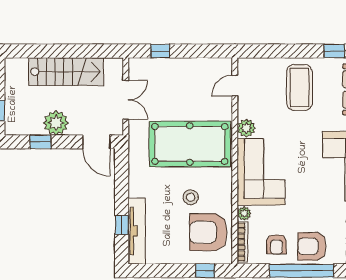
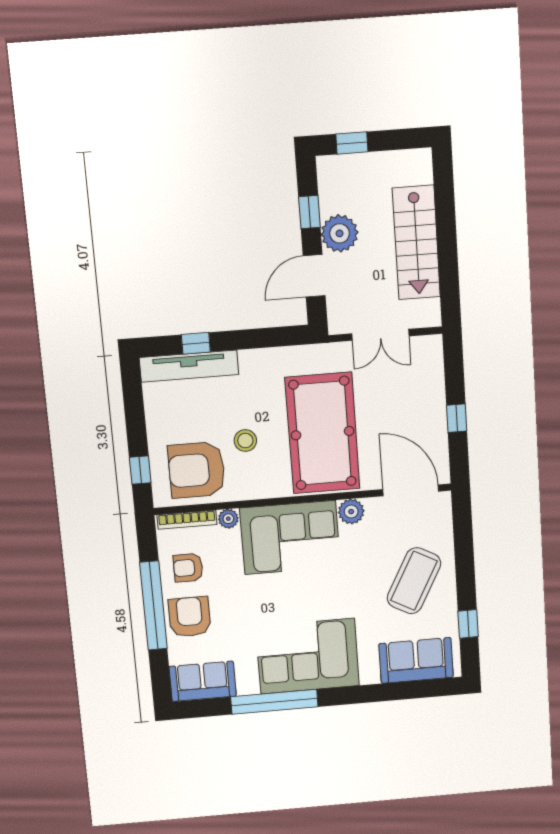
window: (160, 51) -> (457, 418), moved
door: (235, 86) -> (411, 490), width x1.88
coffee table: (299, 87) -> (414, 581), turned -62
door: (96, 142) -> (314, 276), moved
armchair: (208, 232) -> (197, 470), turned -90

